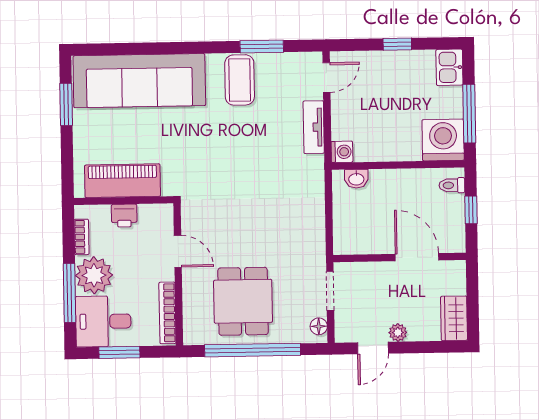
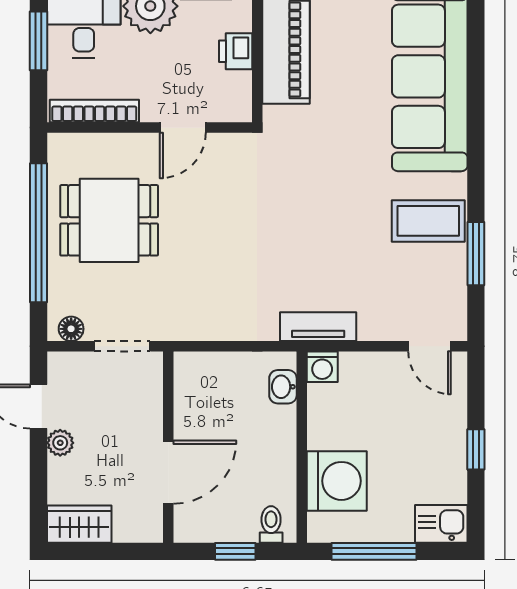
tv unit: (314, 127) -> (318, 327), moved
washing machine: (443, 140) -> (337, 481), moved

